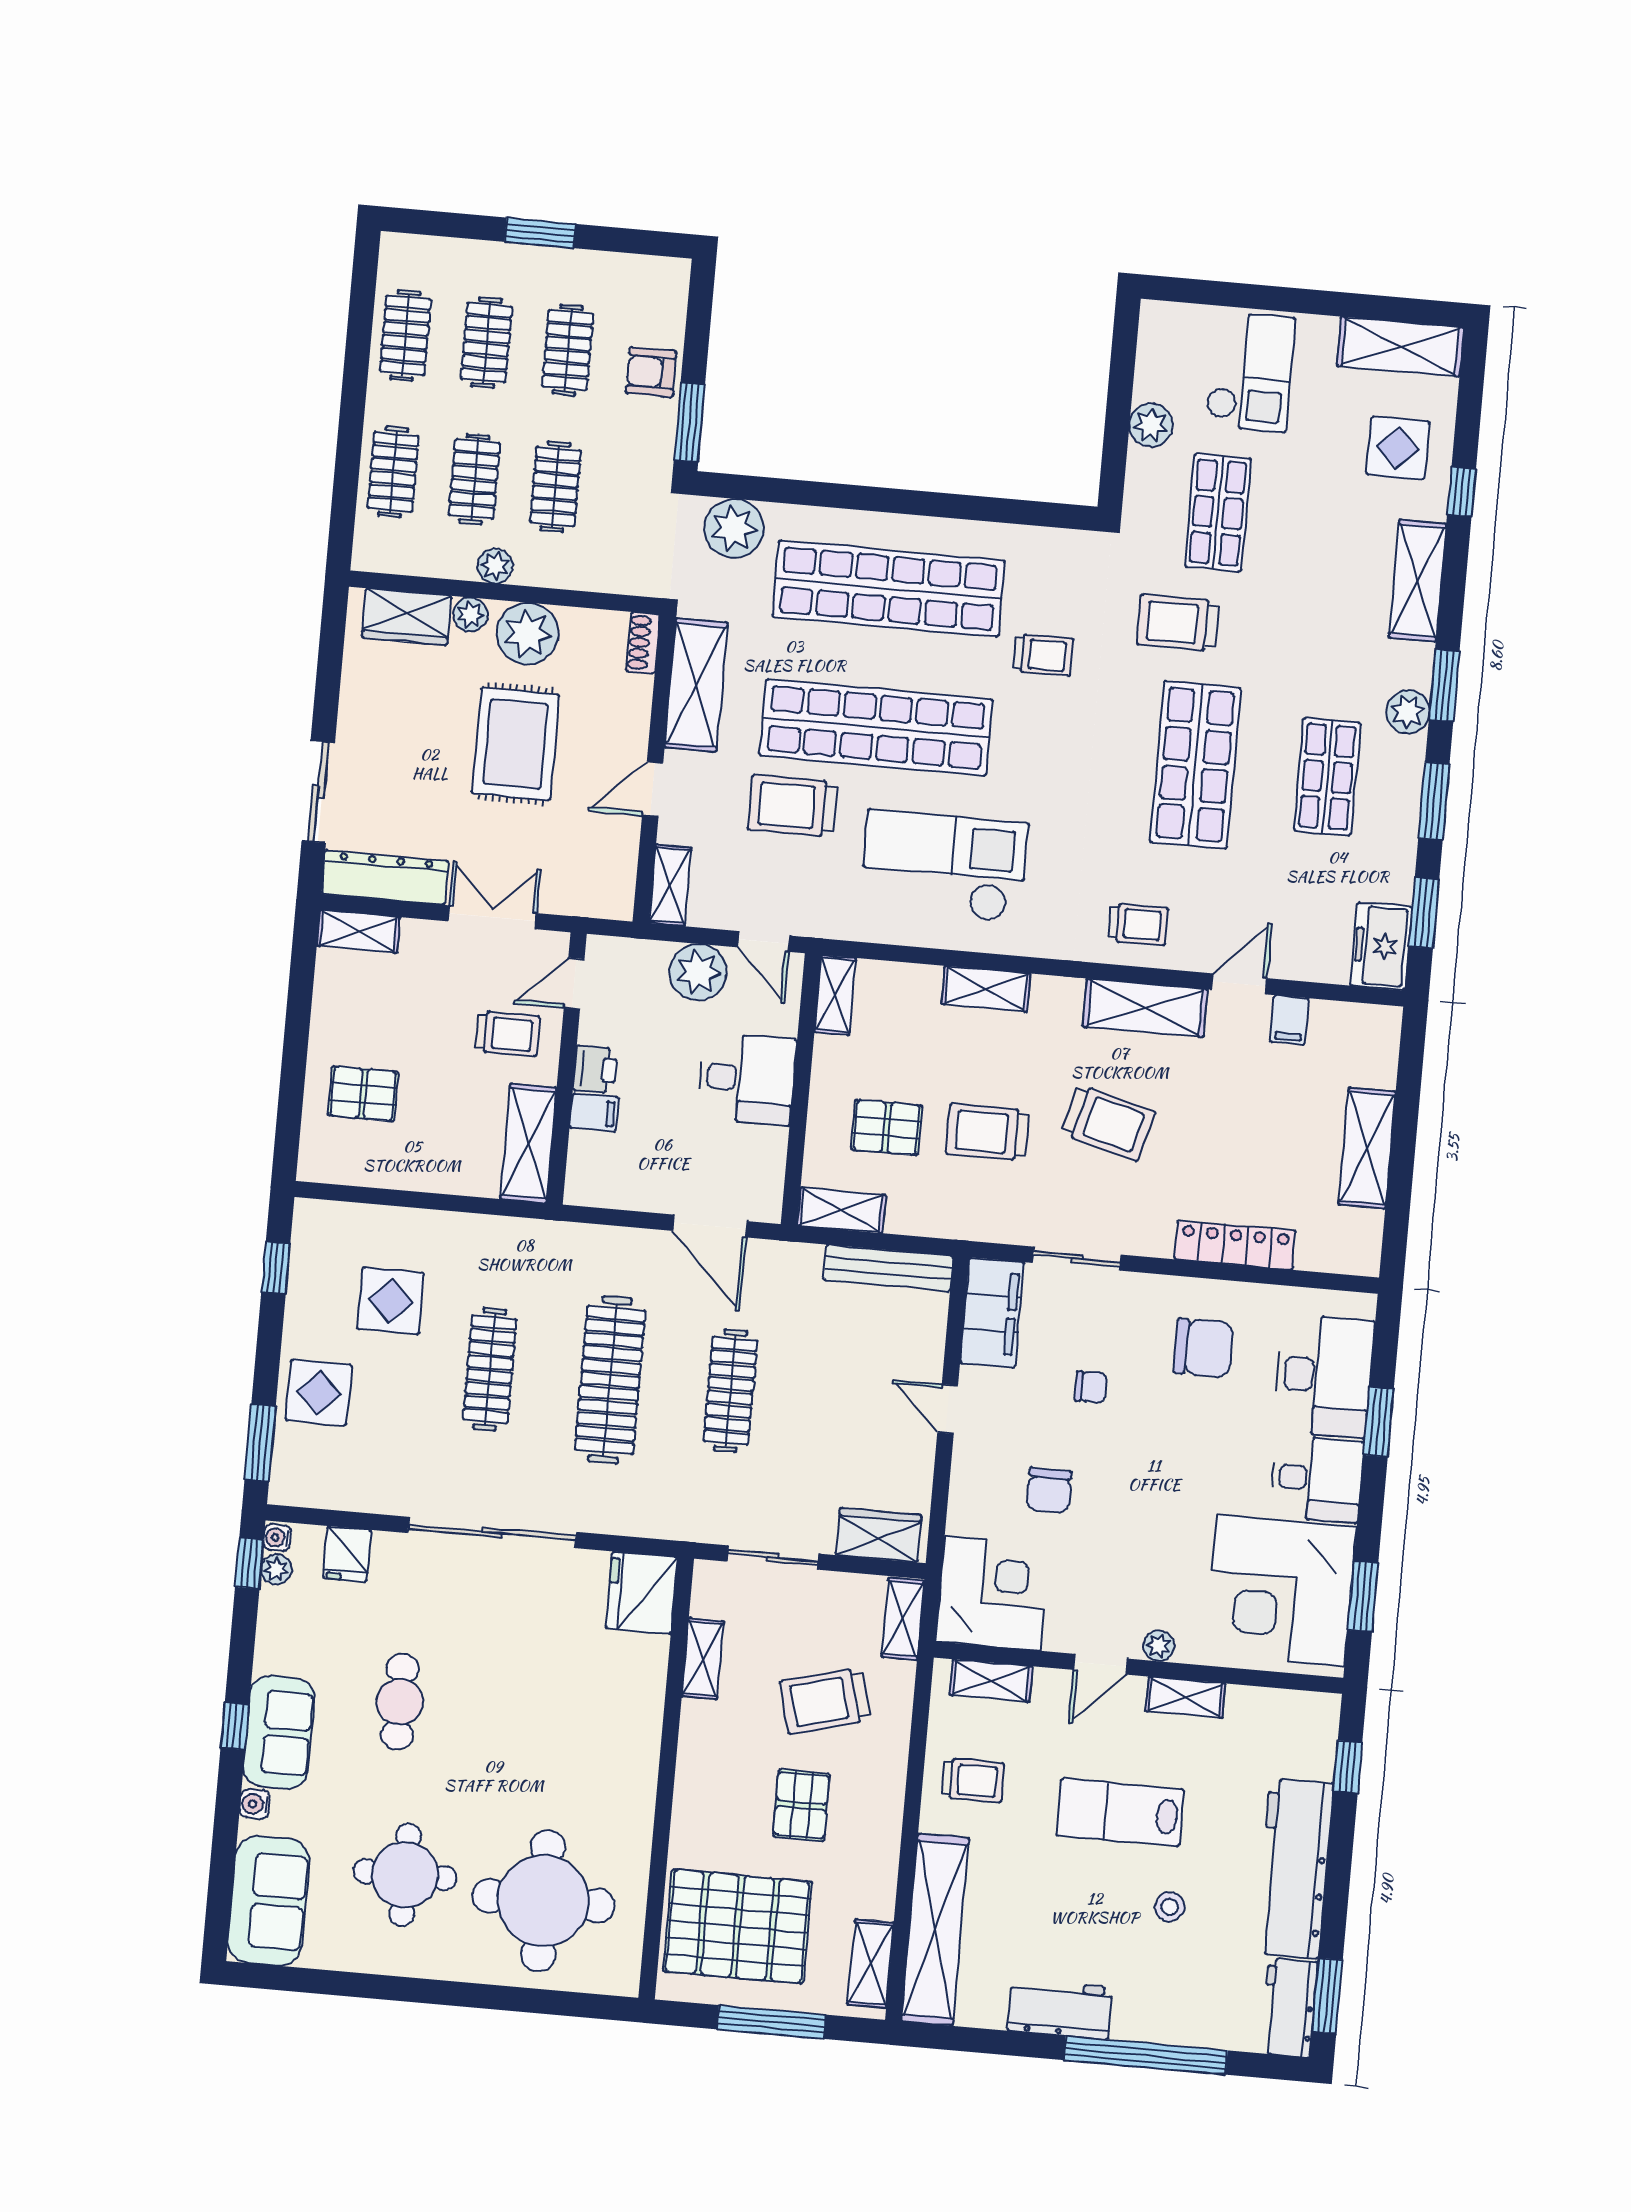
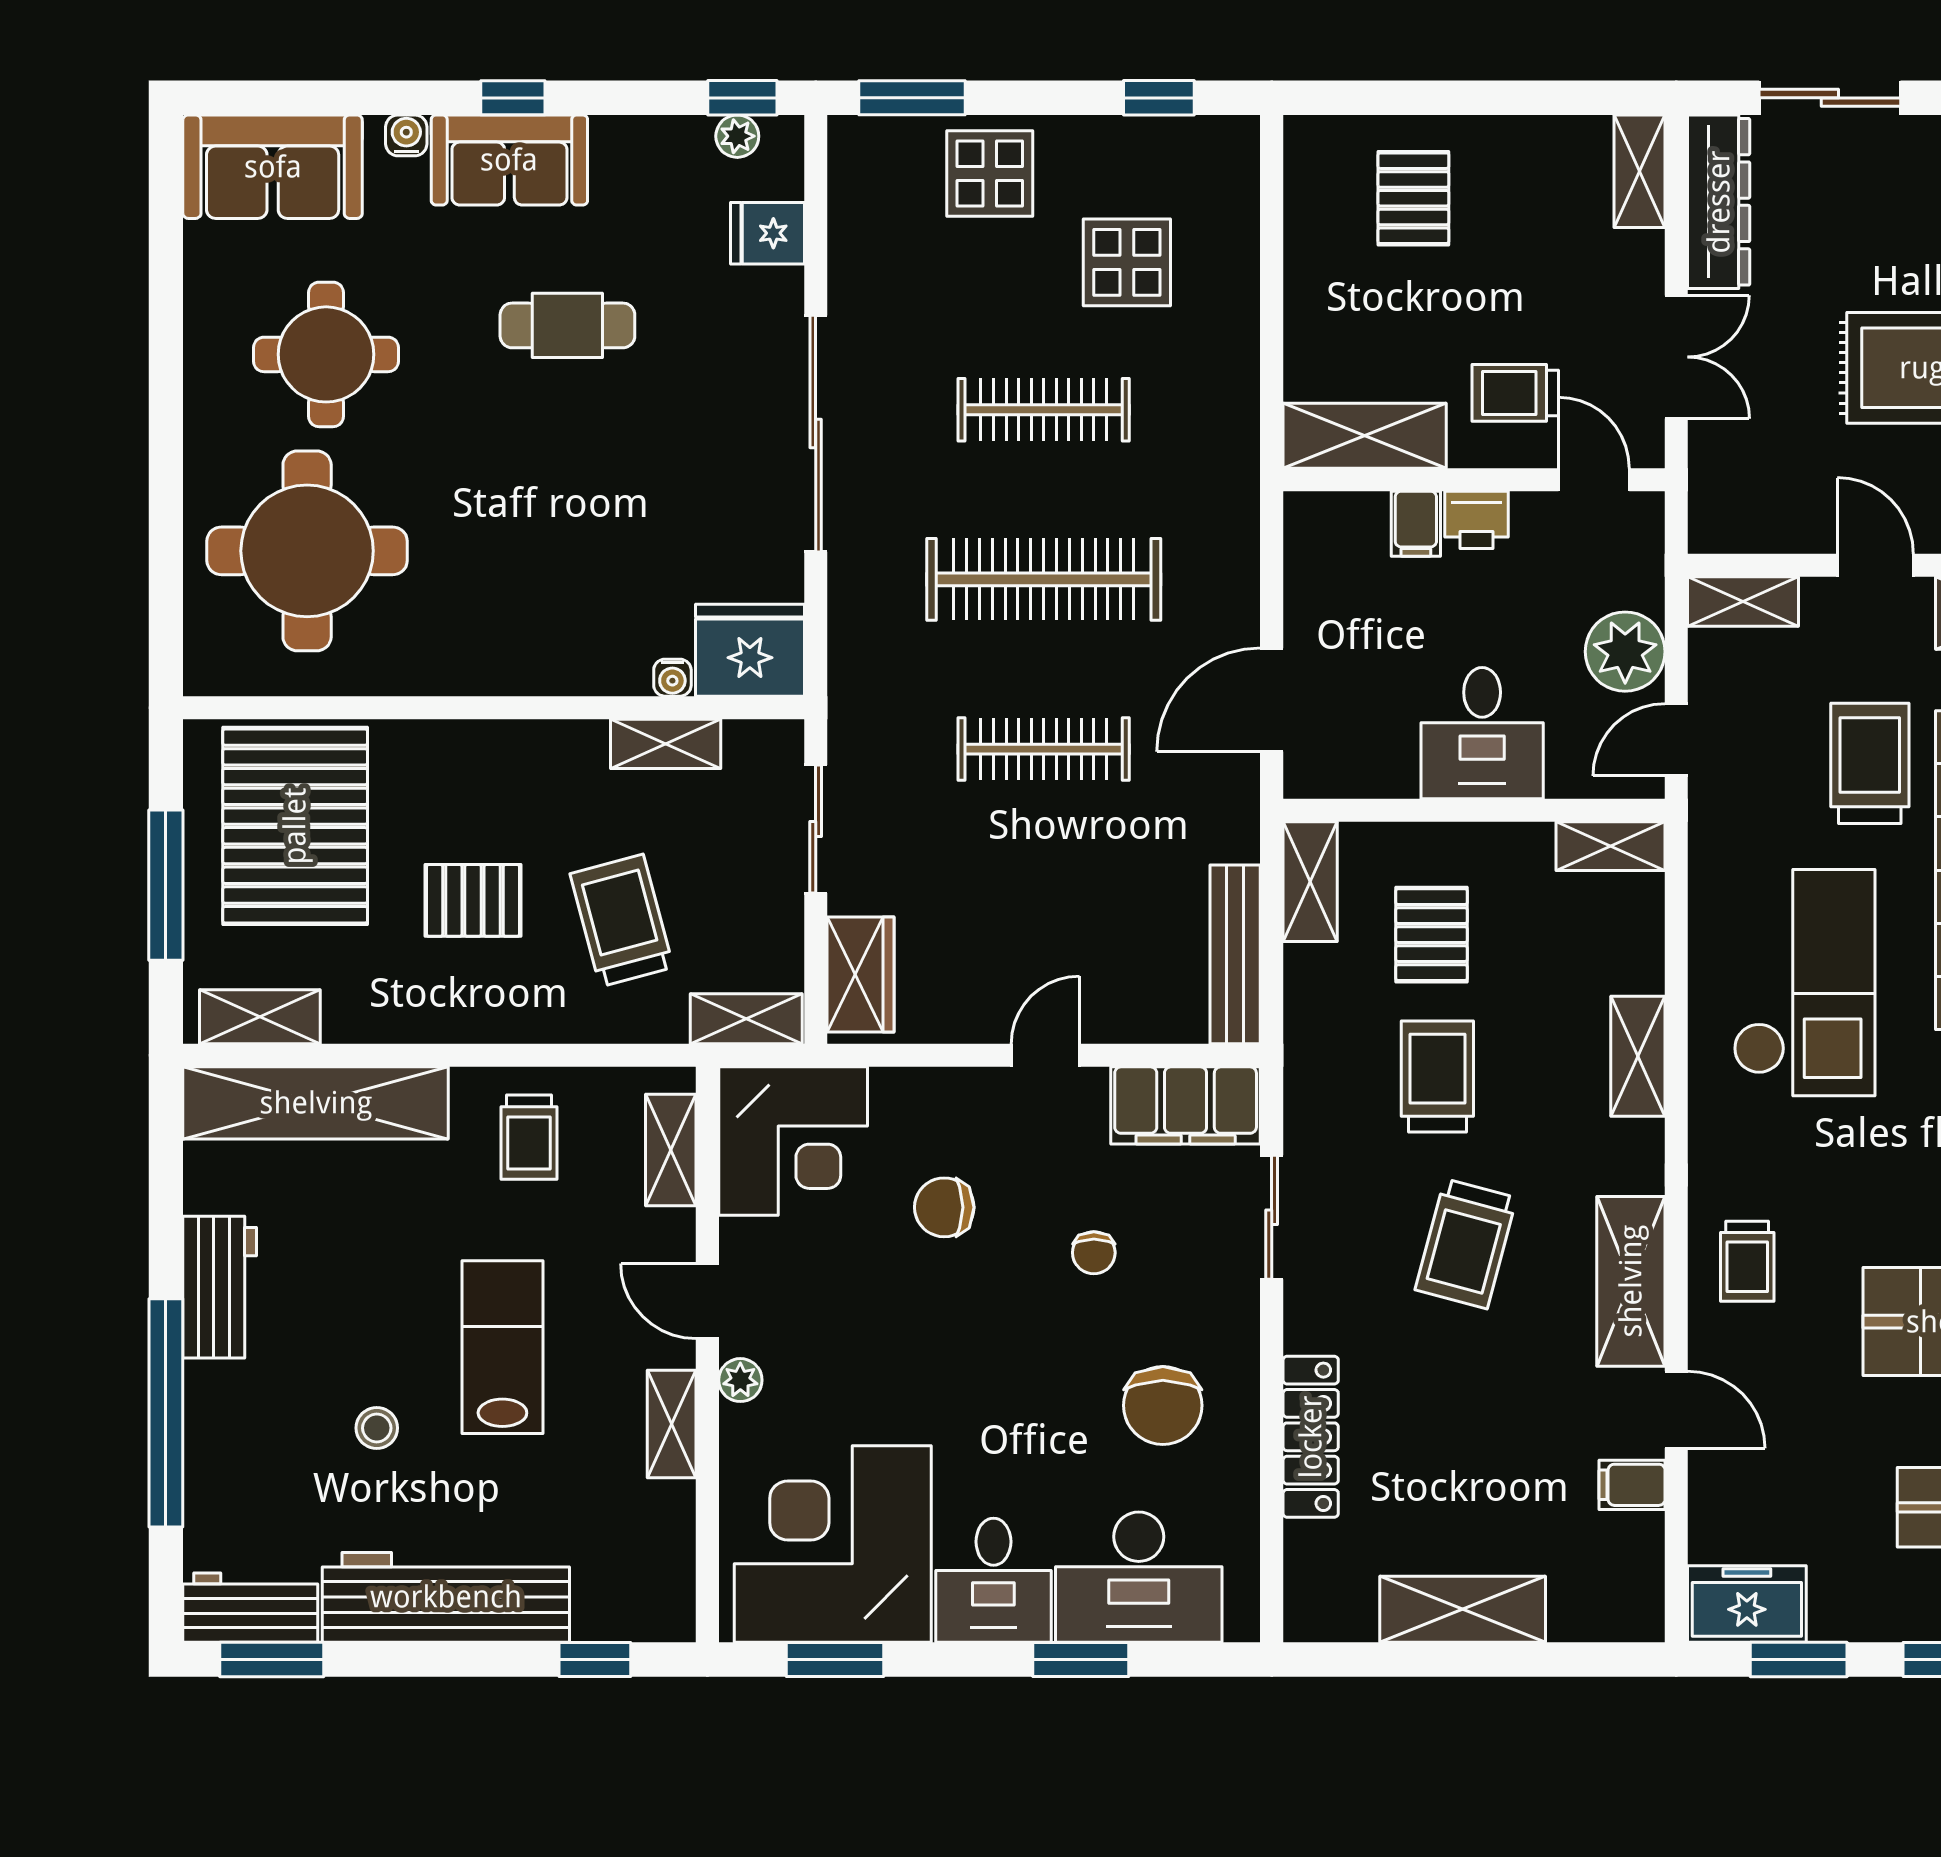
trolley: (508, 1034) -> (1515, 393), turned 90
water cooler: (277, 1538) -> (672, 678), moved, turned 180

